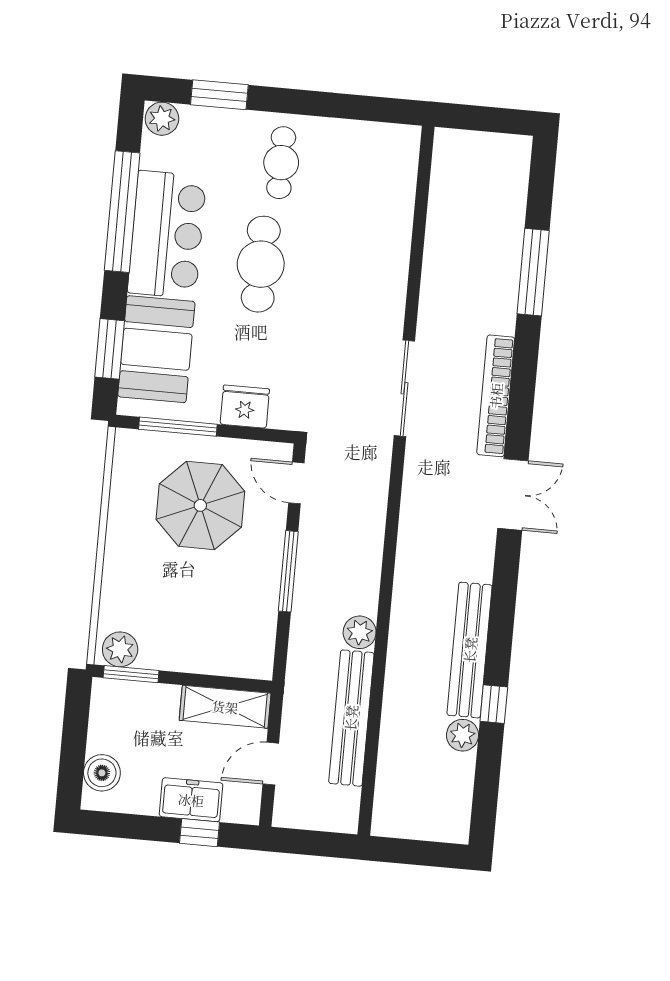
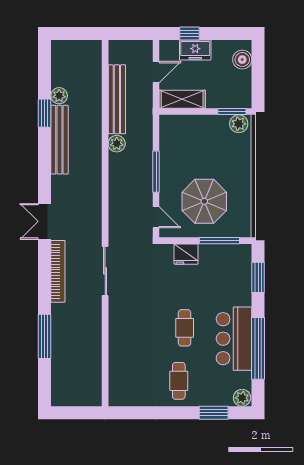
cafe table: (261, 264) -> (185, 328), width x0.73, depth x0.74
booth: (156, 349) -> (234, 279), removed
window: (494, 704) -> (45, 113), width x1.50

